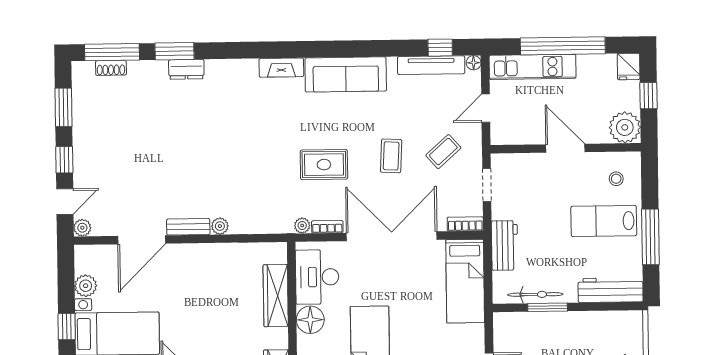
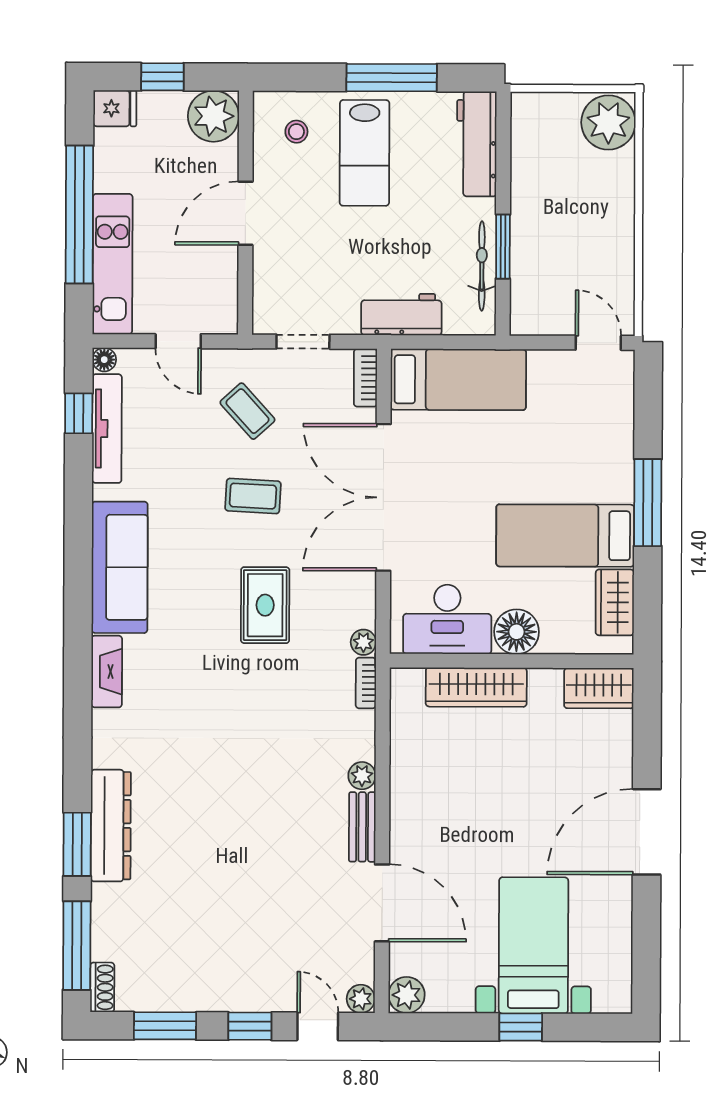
shoe rack: (111, 68) -> (102, 987), moved
dresser: (186, 69) -> (111, 826), width x1.96, depth x1.24
bookcase: (327, 227) -> (366, 683), moved
plant: (86, 286) -> (407, 995), moved

